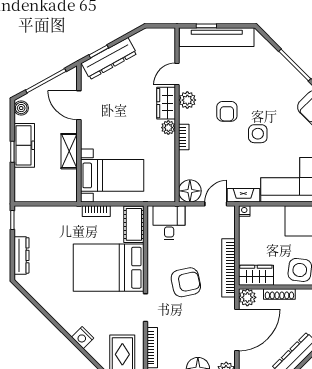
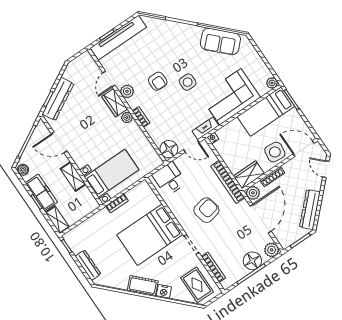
shelving: (22, 185) -> (57, 220), added
door: (216, 204) -> (191, 146), swing flipped
cot: (134, 224) -> (143, 286), moved, turned -45

